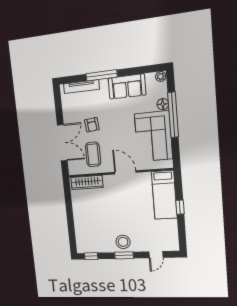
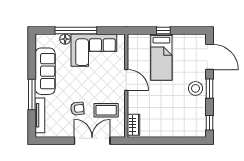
plant: (161, 76) -> (40, 39), removed
sofa: (127, 87) -> (45, 71), width x1.36
door: (125, 172) -> (126, 80), swing flipped
wardrobe: (87, 182) -> (134, 125), width x0.67
bed: (164, 195) -> (161, 57), moved, turned 90
door: (156, 255) -> (209, 57), width x1.88

